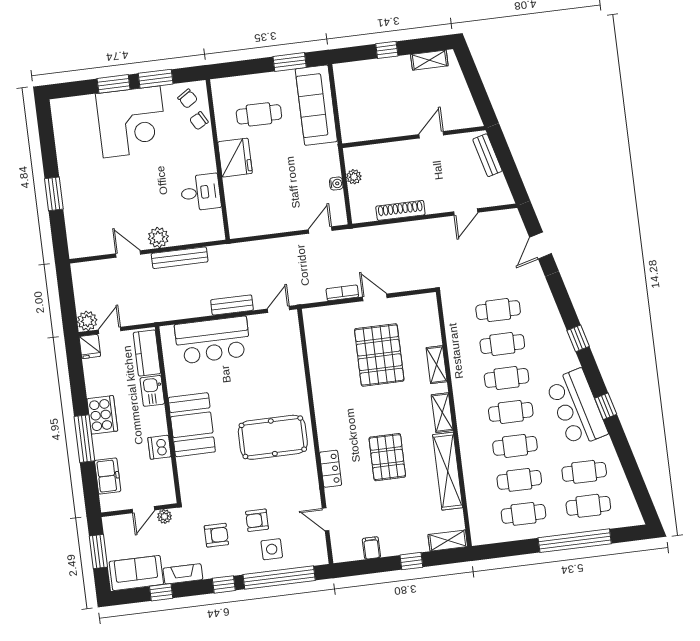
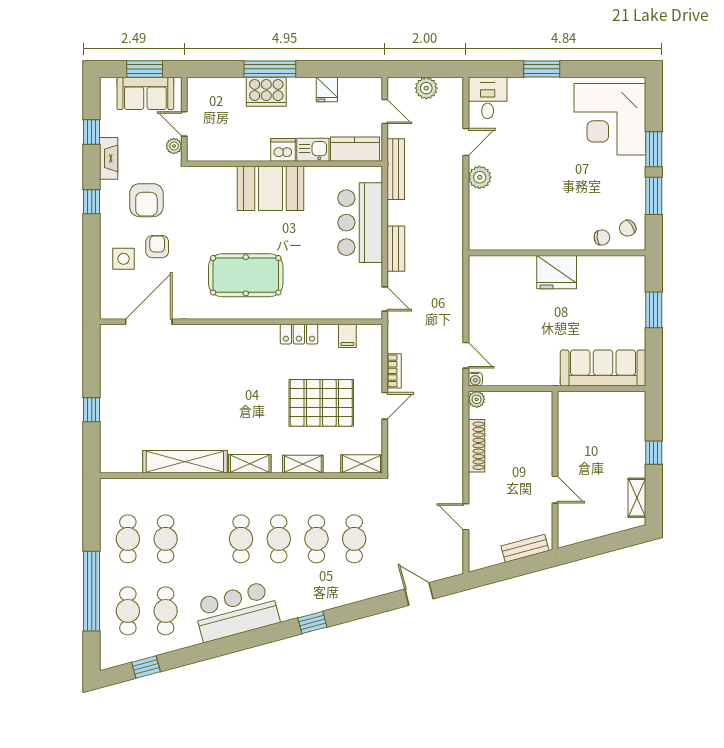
window: (290, 62) -> (654, 310), moved
cafe table: (259, 114) -> (601, 304), removed
chair: (199, 121) -> (602, 238), turned 112
corner desk: (132, 122) -> (610, 119), moved
plant: (354, 177) -> (477, 399), moved
water cooler: (336, 184) -> (475, 379), moved
desk: (201, 192) -> (488, 98), moved, turned 180
bench: (180, 258) -> (396, 169), moved
plant: (87, 321) -> (426, 88), moved
fridge: (90, 346) -> (327, 90), moved, turned -90
window: (606, 406) -> (146, 667), moved
cooker: (102, 415) -> (266, 92), moved
pool table: (273, 437) -> (246, 275), turned 90
cafe table: (515, 446) -> (203, 539), removed
dishwasher: (159, 447) -> (283, 150), moved
pallet: (387, 457) -> (208, 398), removed
locker: (331, 469) -> (299, 334), moved
freezer: (108, 476) -> (226, 89), removed
door: (326, 519) -> (149, 322), width x1.87
armchair: (216, 535) -> (146, 200), width x1.38, depth x1.38
shelving: (448, 541) -> (362, 464), moved, turned 90
filing cabinet: (371, 548) -> (347, 336), moved, turned 90
sofa: (136, 573) -> (145, 93), moved, turned 90
window: (279, 578) -> (92, 263), removed

